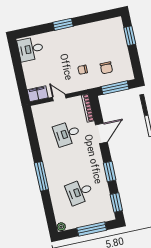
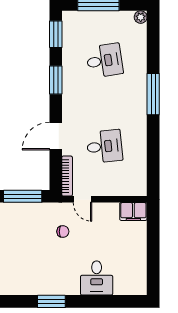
window: (63, 24) -> (51, 301), moved
desk: (31, 49) -> (97, 278), moved, turned 90
chair: (106, 68) -> (29, 227), removed
door: (59, 98) -> (82, 199), moved

